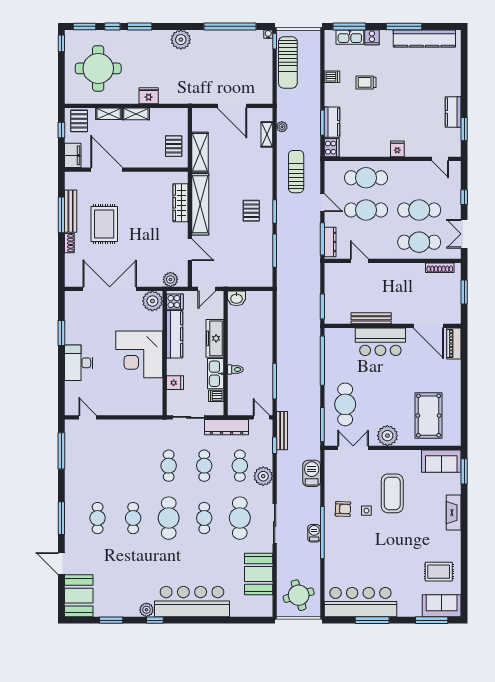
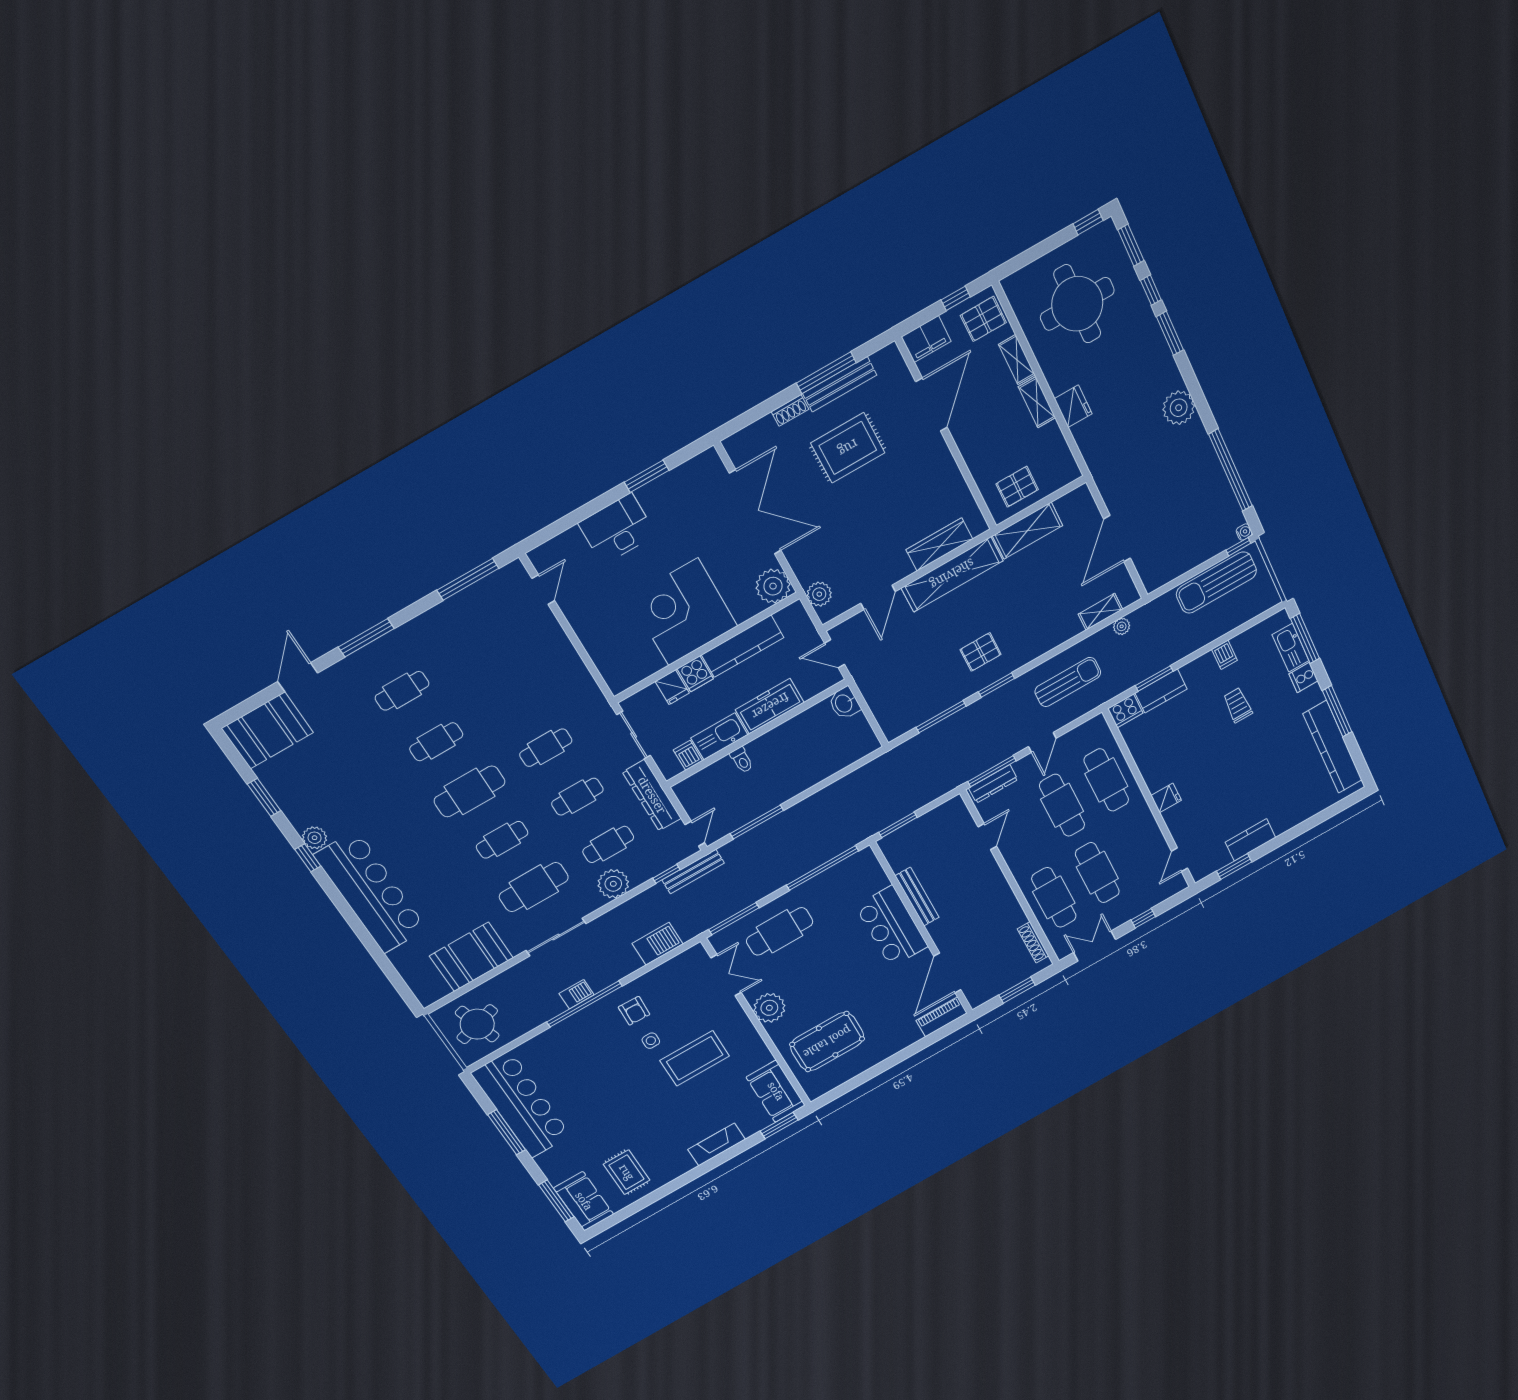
cooker: (175, 302) -> (695, 674), moved

